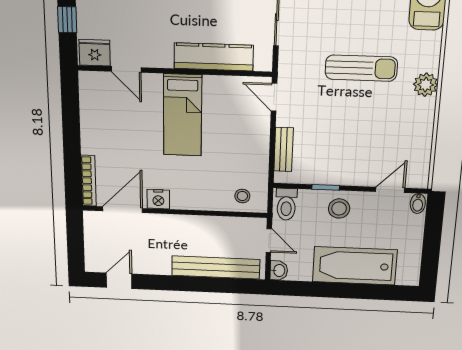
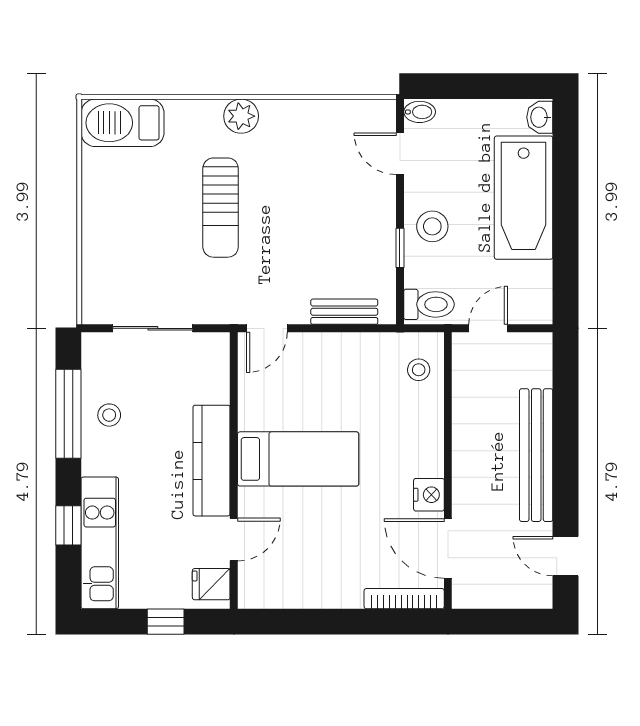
fridge: (95, 53) -> (211, 584), width x0.72
kitchen counter: (214, 57) -> (212, 461), moved
sun lounger: (361, 68) -> (221, 208), turned 180
bench: (216, 267) -> (536, 455), moved
washbasin: (279, 270) -> (540, 117), moved, turned -90

